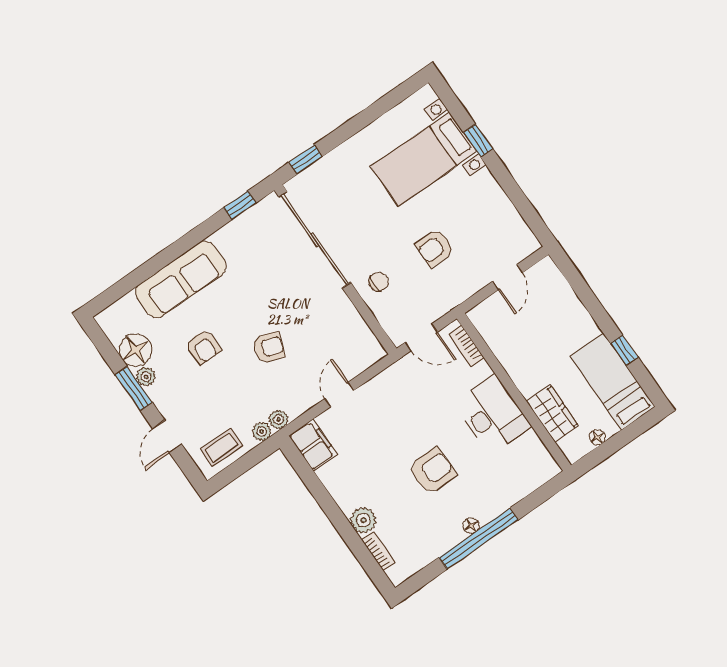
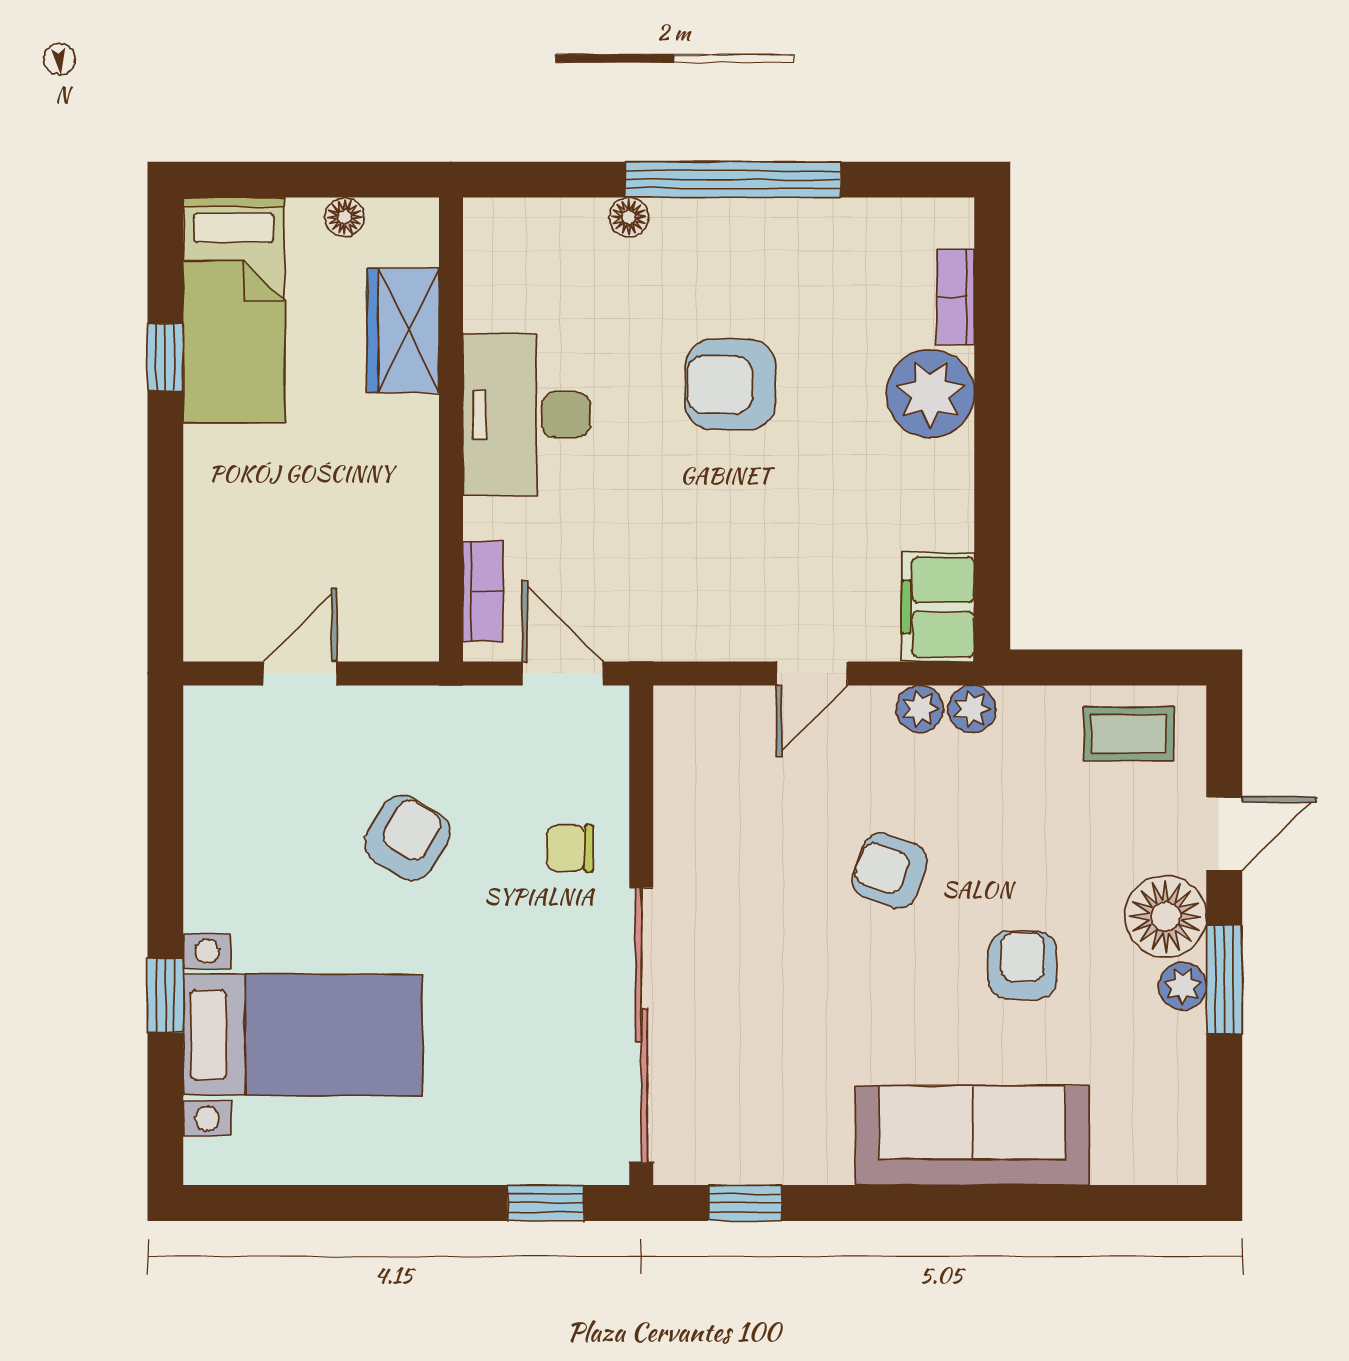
armchair: (435, 248) -> (407, 838), turned -59
floor lamp: (136, 350) -> (1166, 917), moved
plant: (262, 431) -> (920, 709), moved
plant: (363, 520) -> (930, 394), width x1.36, depth x1.36
floor lamp: (471, 526) -> (629, 217), moved

